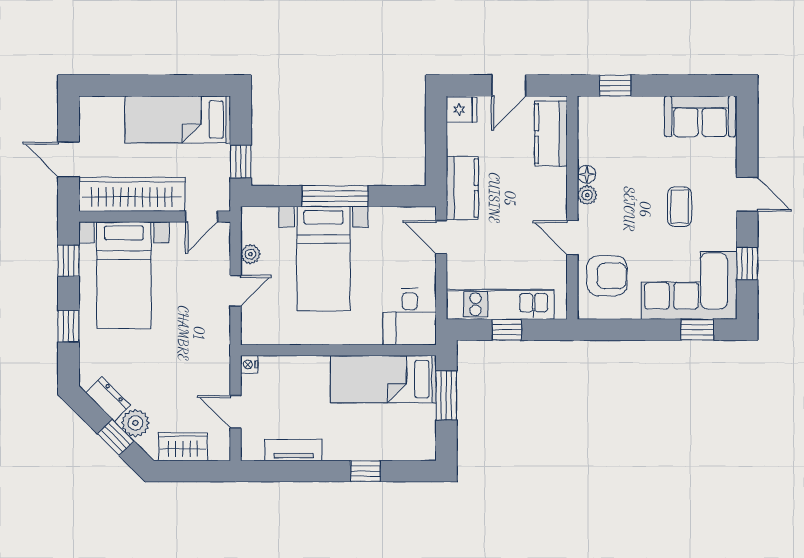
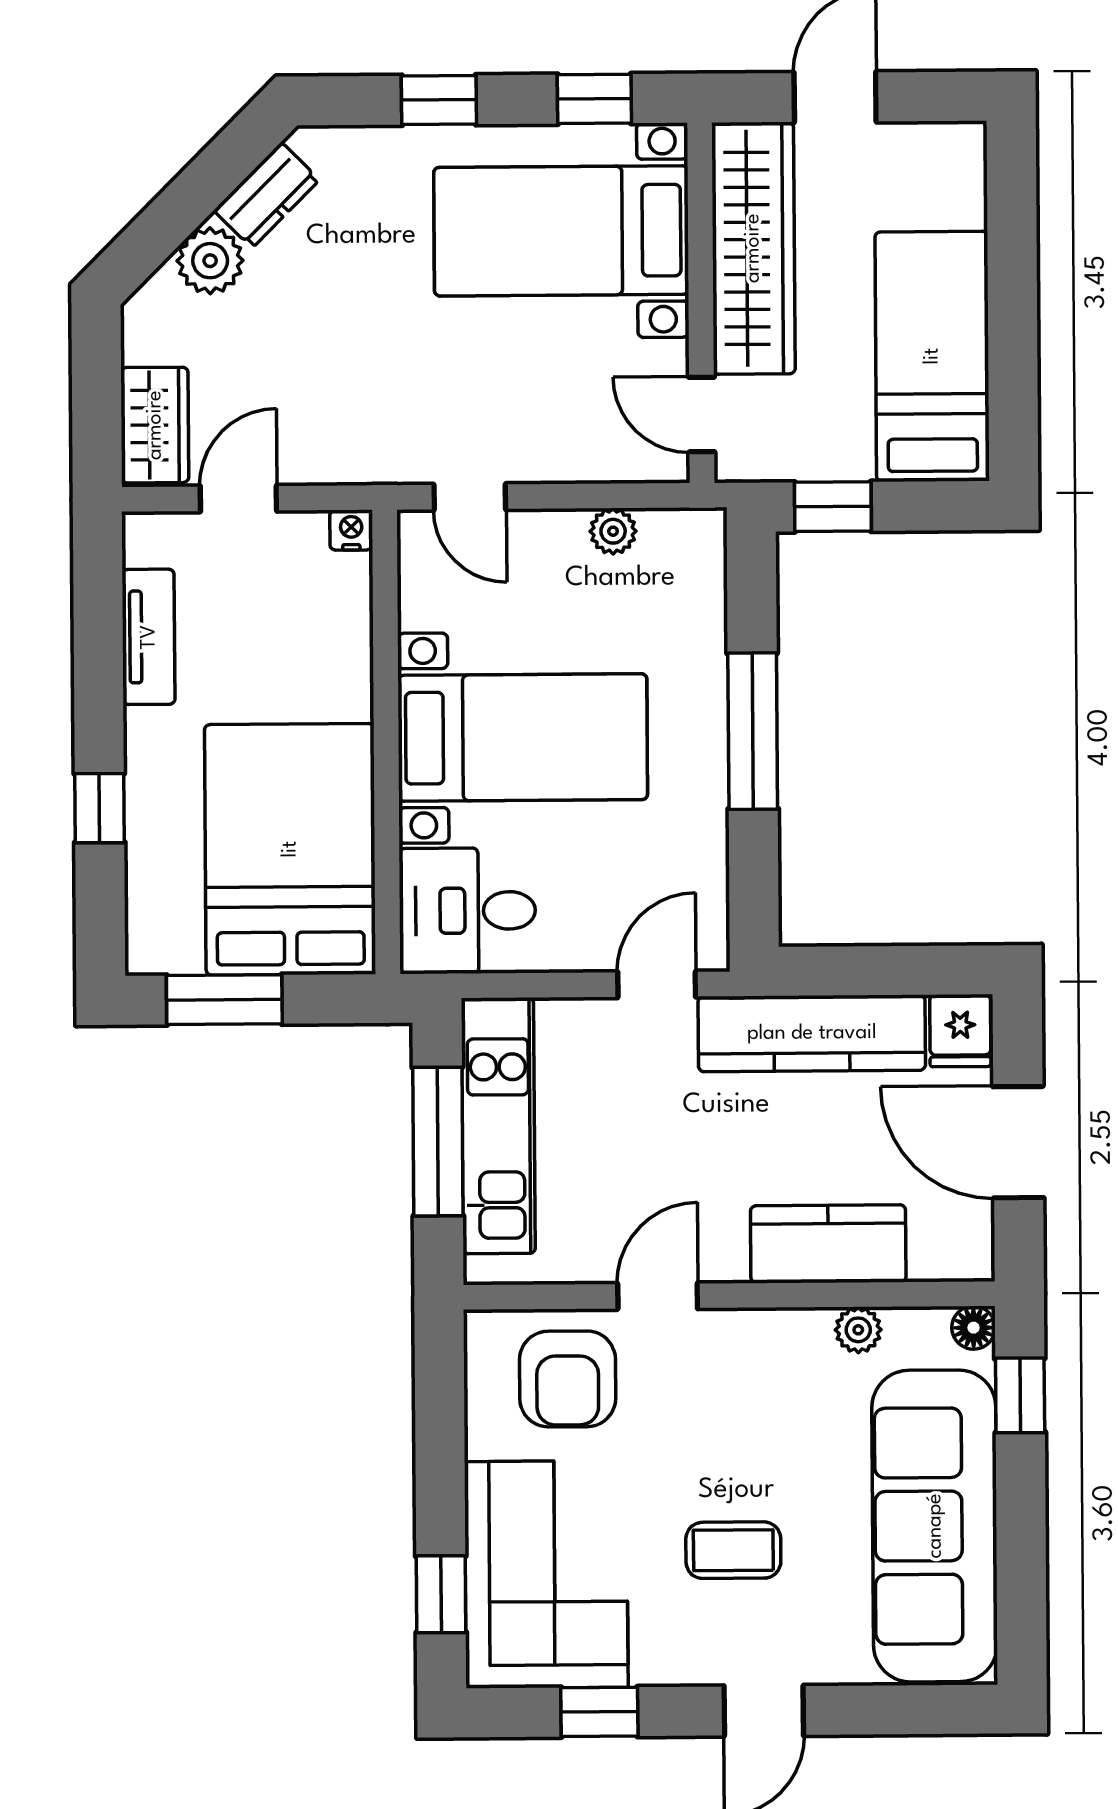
door: (509, 85) -> (1018, 1142), width x1.38
sofa: (700, 116) -> (935, 1526), width x1.85, depth x1.27
kitchen counter: (551, 134) -> (828, 1244), moved
floor lamp: (587, 174) -> (974, 1328), moved
kitchen counter: (462, 188) -> (812, 1033), width x1.50
plant: (587, 195) -> (858, 1330), moved
bed with nightstands: (323, 259) -> (523, 737), moved, turned 180
door: (236, 291) -> (470, 497), moved
window: (507, 330) -> (438, 1142), width x2.17
bed: (383, 379) -> (290, 849), width x1.50
window: (446, 395) -> (224, 1000), moved
window: (116, 437) -> (175, 214), removed
wardrobe: (183, 447) -> (155, 425), moved

